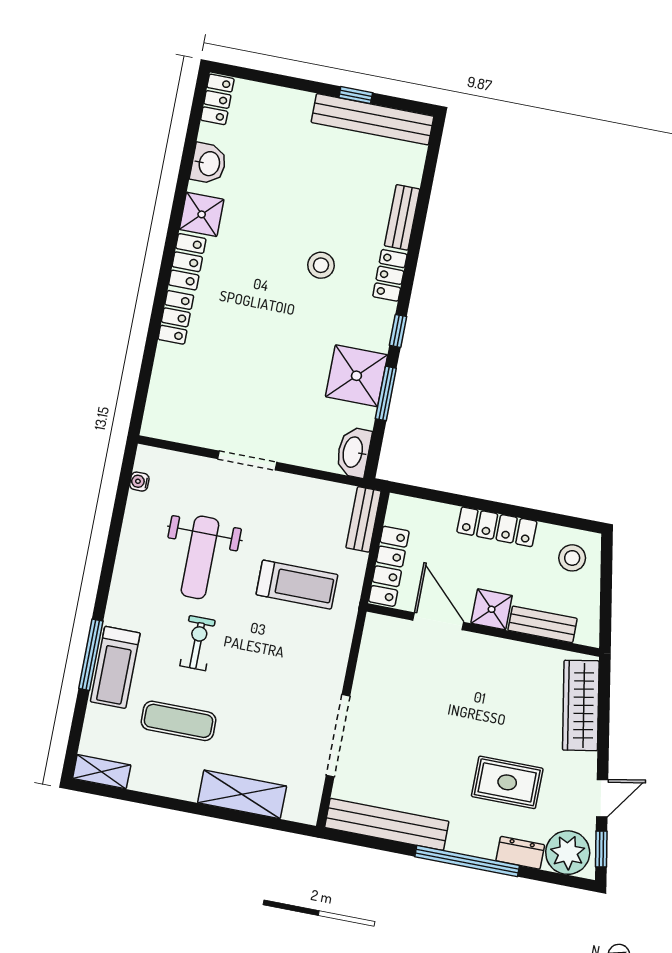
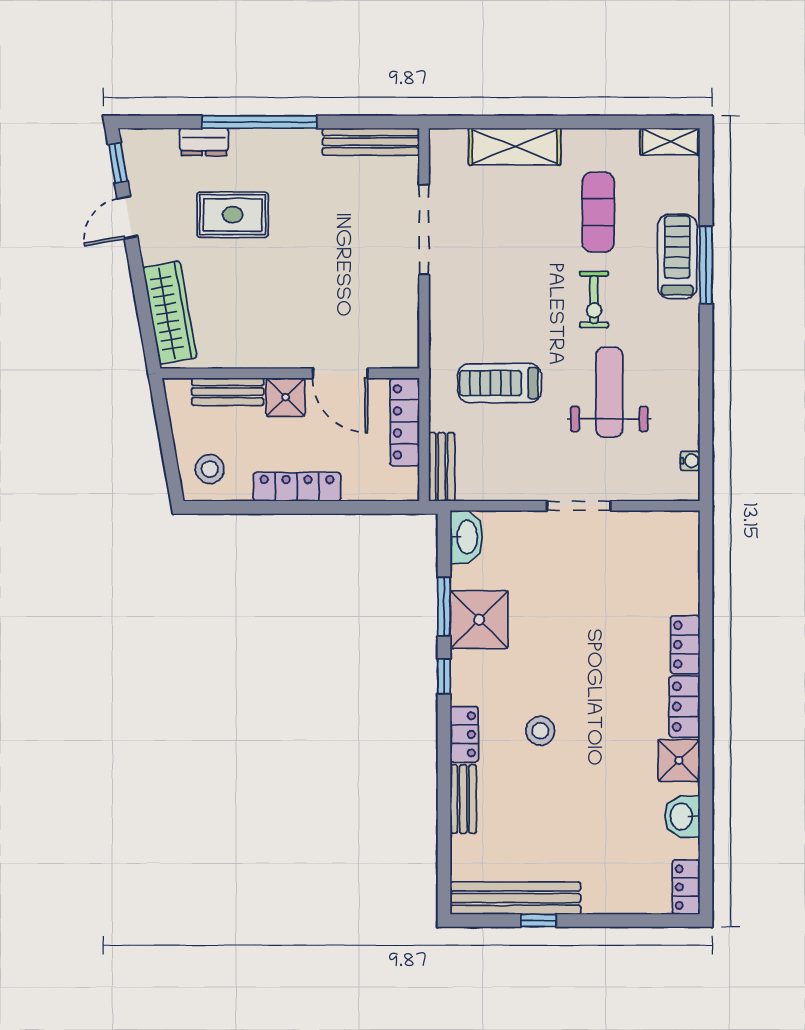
exercise mat: (178, 721) -> (598, 212), turned 90
bench: (387, 824) -> (371, 142), width x0.73, depth x0.82
plant: (568, 853) -> (153, 152), removed

